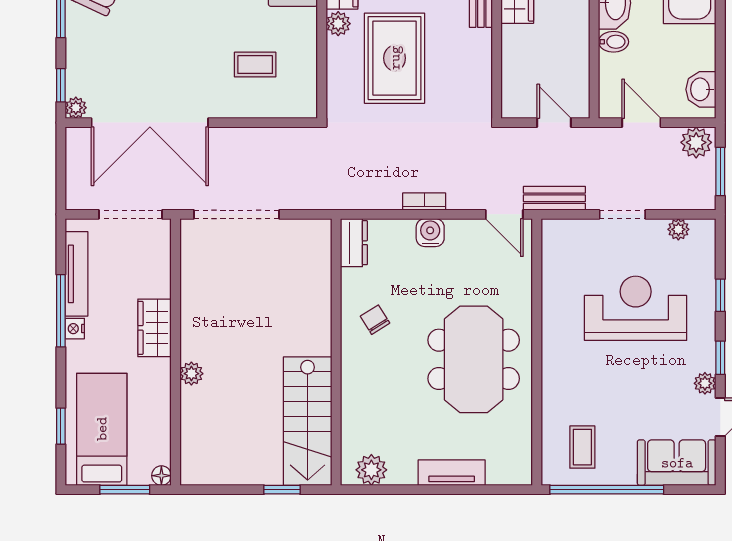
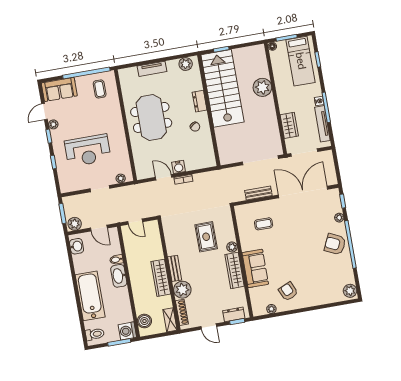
rug: (395, 58) -> (206, 237), width x0.73, depth x0.70
plant: (76, 108) -> (339, 218), moved
bench: (554, 198) -> (258, 193), moved
door: (504, 214) -> (164, 177), moved
plant: (678, 229) -> (121, 178), moved
dresser: (354, 243) -> (200, 101), moved
wardrobe: (154, 328) -> (289, 125), moved
plant: (191, 374) -> (262, 87), width x1.87, depth x1.87
stairs: (308, 421) -> (222, 88), width x1.36, depth x1.51

